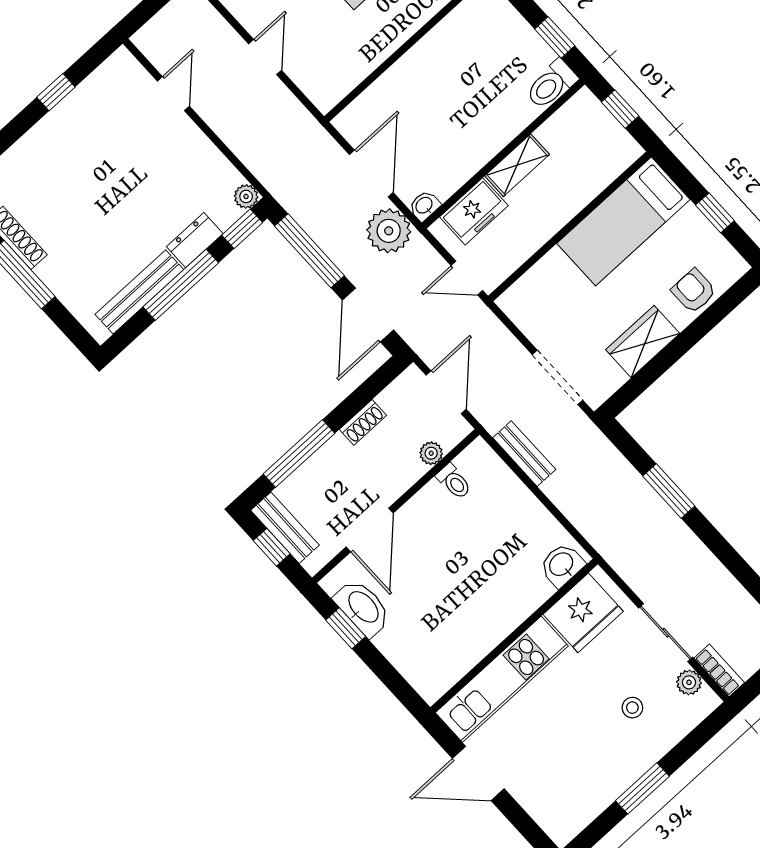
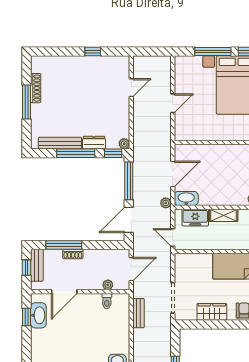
washbasin: (424, 206) -> (186, 198), width x1.91, depth x1.45
plant: (389, 231) -> (166, 203), width x0.53, depth x0.53
shoe rack: (363, 422) -> (73, 254), moved

